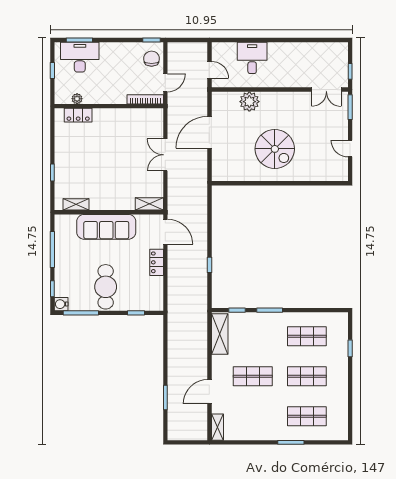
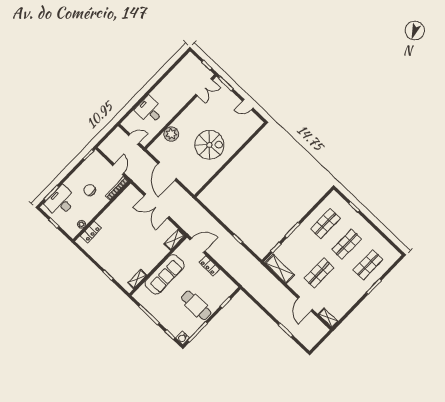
chair: (152, 59) -> (90, 190), moved
double door: (165, 155) -> (157, 206), width x1.37

